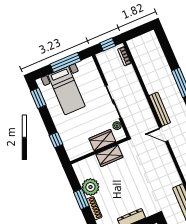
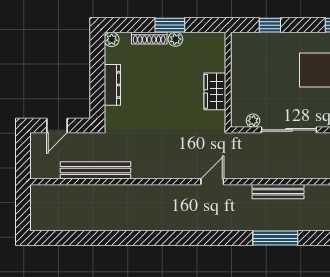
bench: (160, 109) -> (278, 192), moved
wardrobe: (102, 140) -> (241, 91), removed
plant: (90, 187) -> (175, 39), width x0.53, depth x0.53

